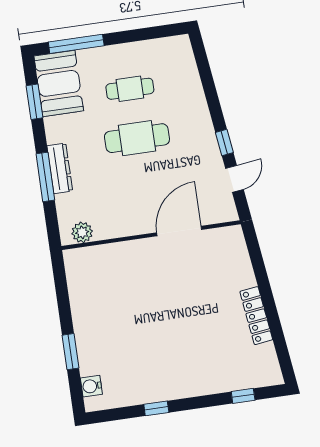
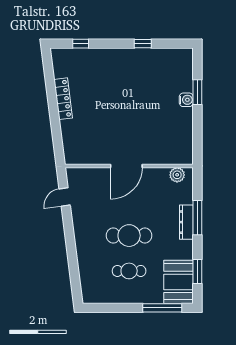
window: (224, 143) -> (68, 224), removed
door: (179, 231) -> (126, 166), moved
water cooler: (91, 386) -> (186, 100), moved

